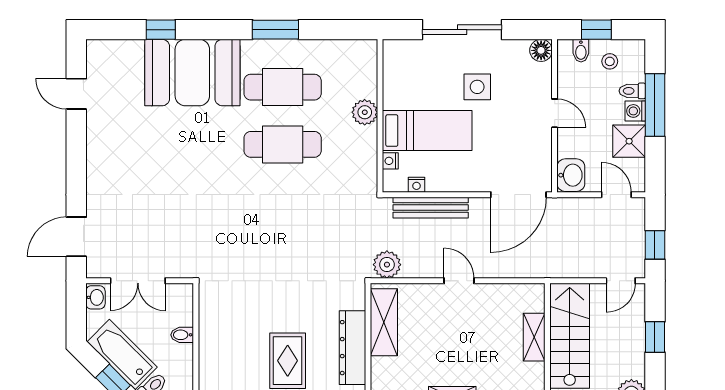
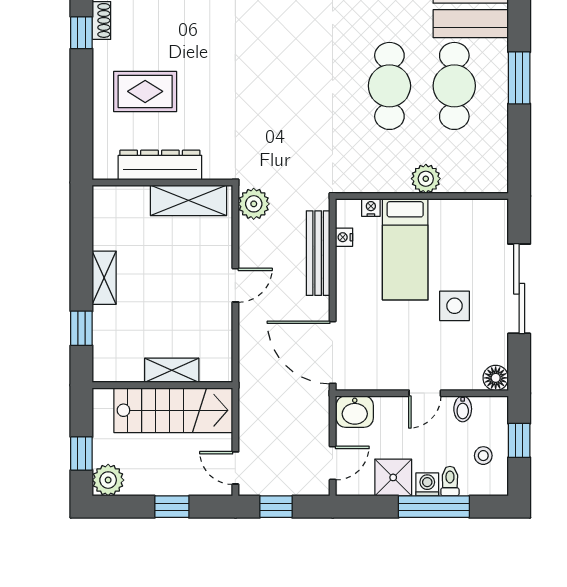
bidet: (581, 51) -> (463, 409), moved, turned -90

